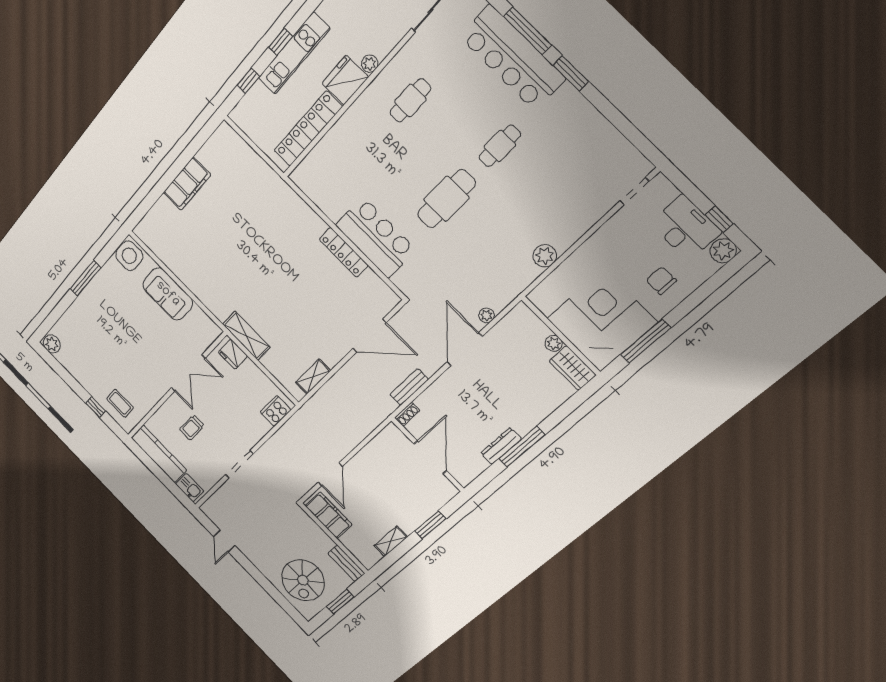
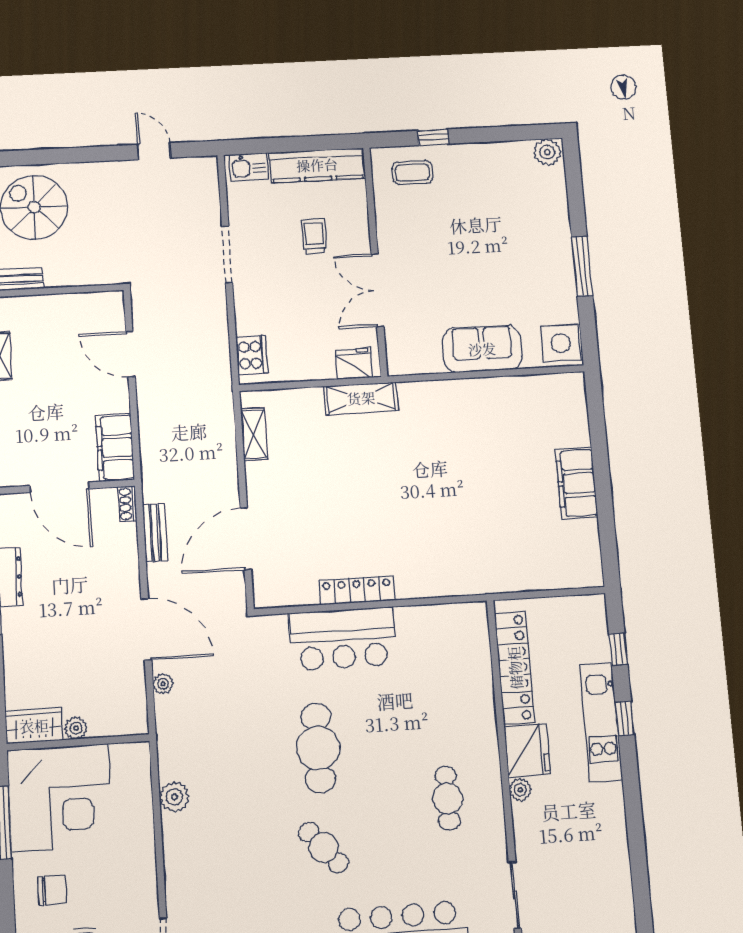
cafe table: (500, 146) -> (324, 848), turned -40
filing cabinet: (329, 515) -> (115, 447), moved, turned 90

